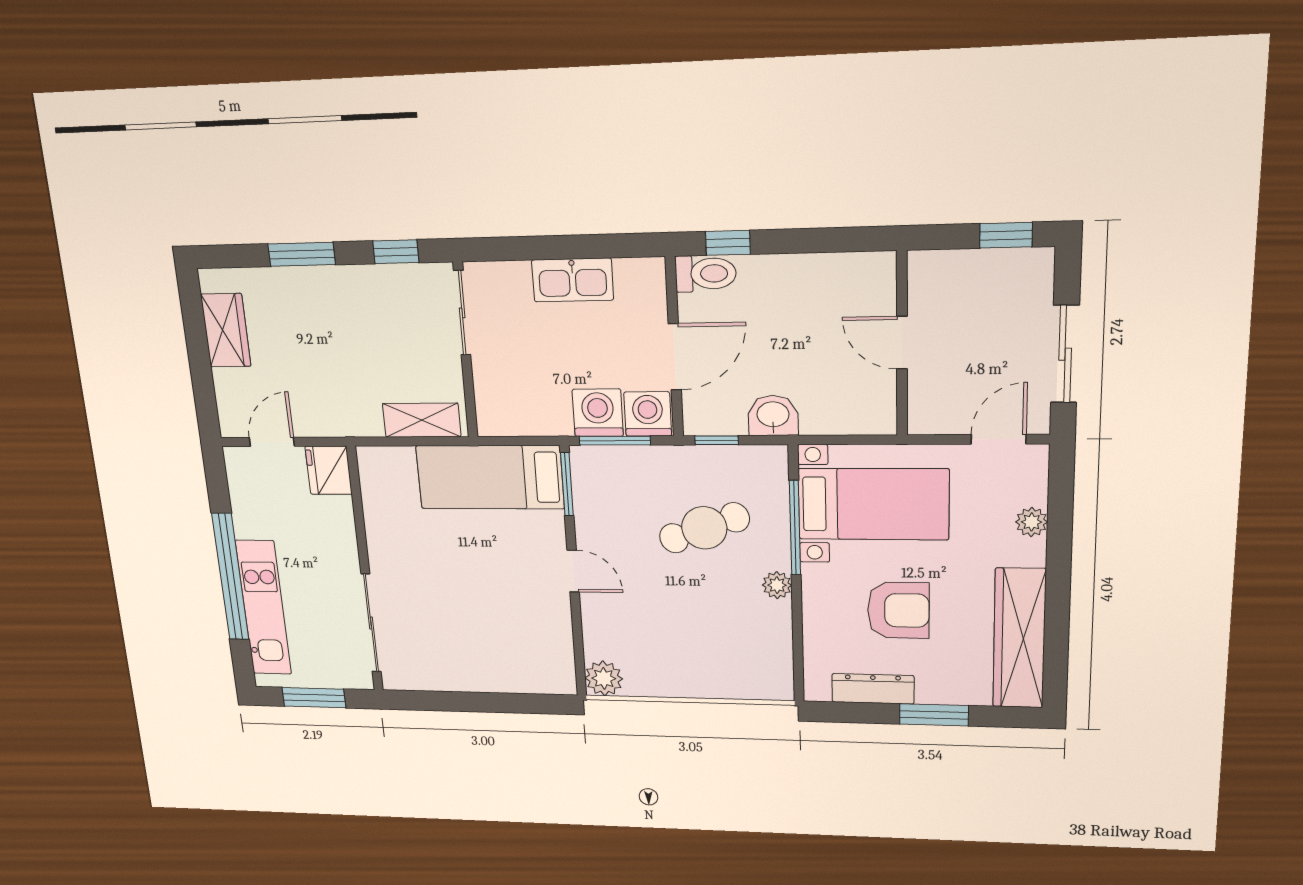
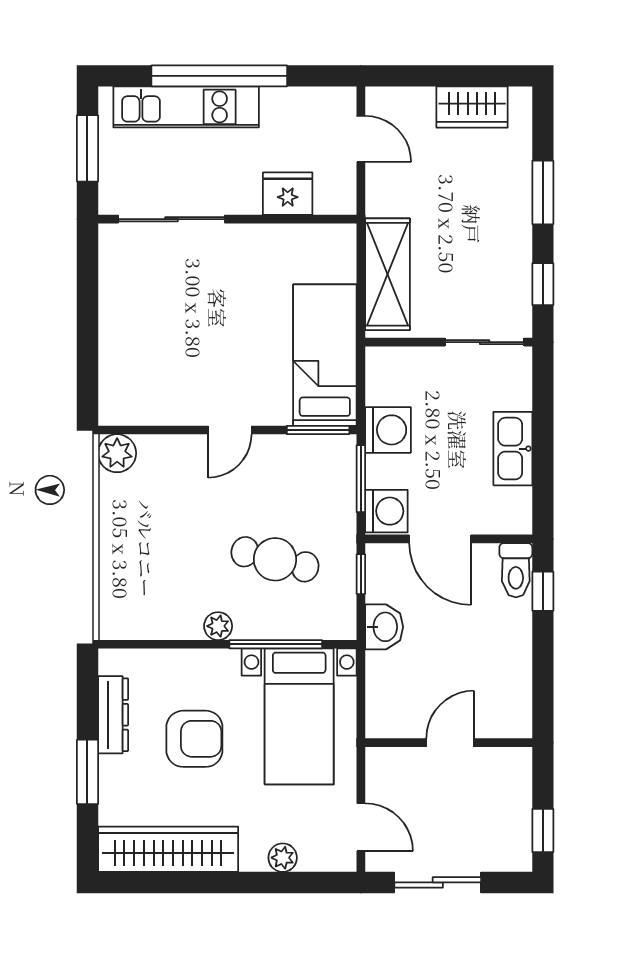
washing machine: (598, 413) -> (388, 430), moved
shelving: (422, 420) -> (387, 274), width x1.50, depth x1.33
fridge: (329, 470) -> (288, 194), moved
cafe table: (704, 528) -> (275, 559), turned -56
armchair: (898, 610) -> (194, 739), turned -90

